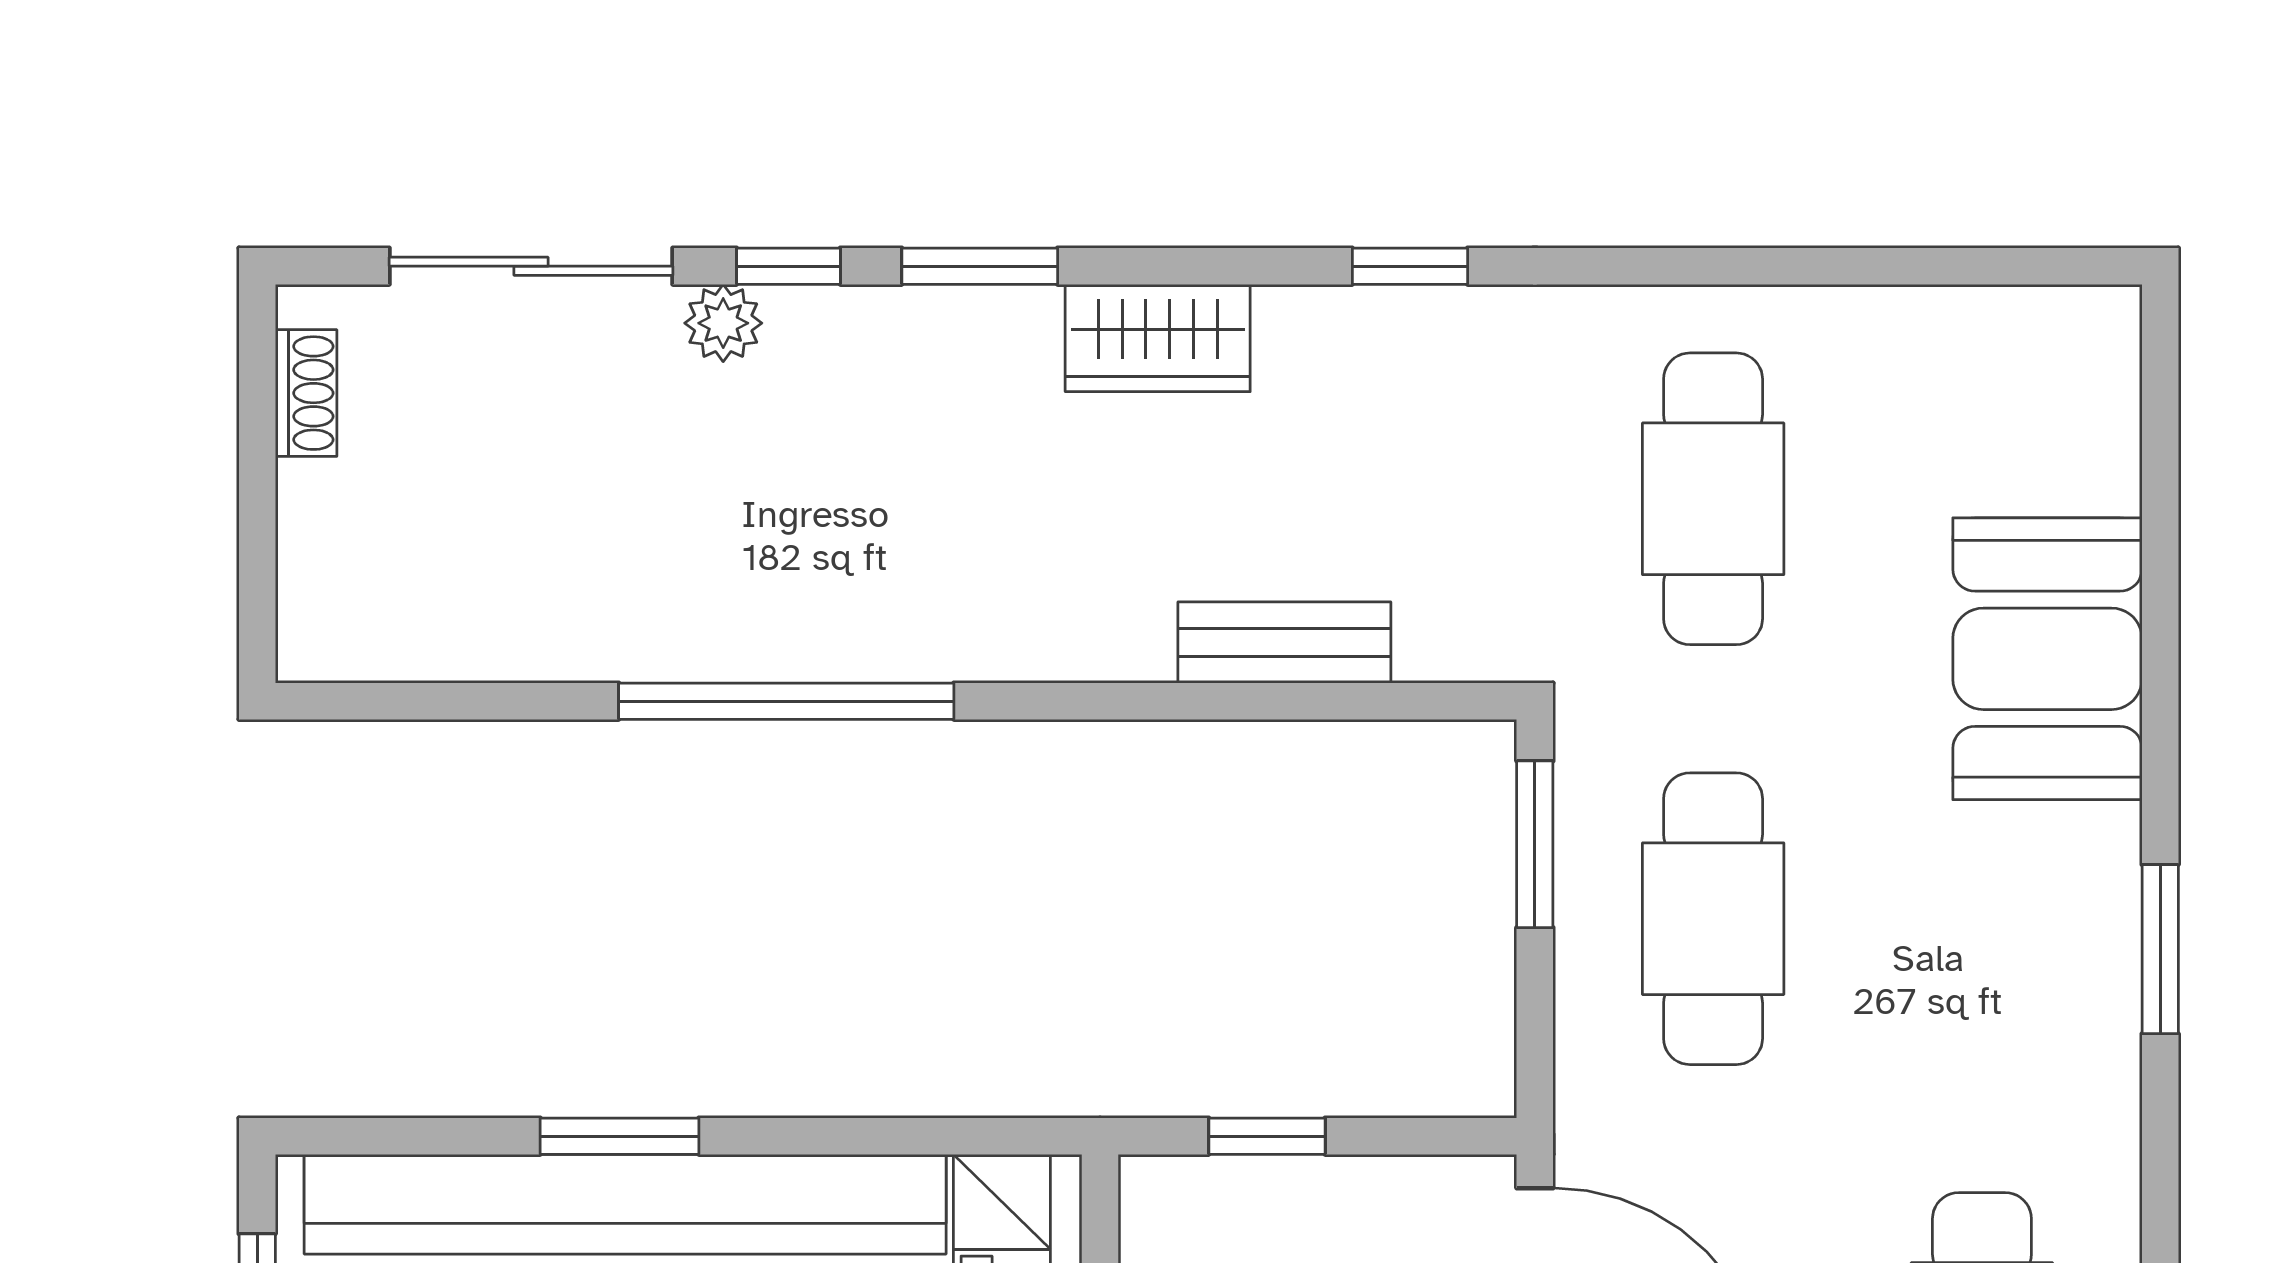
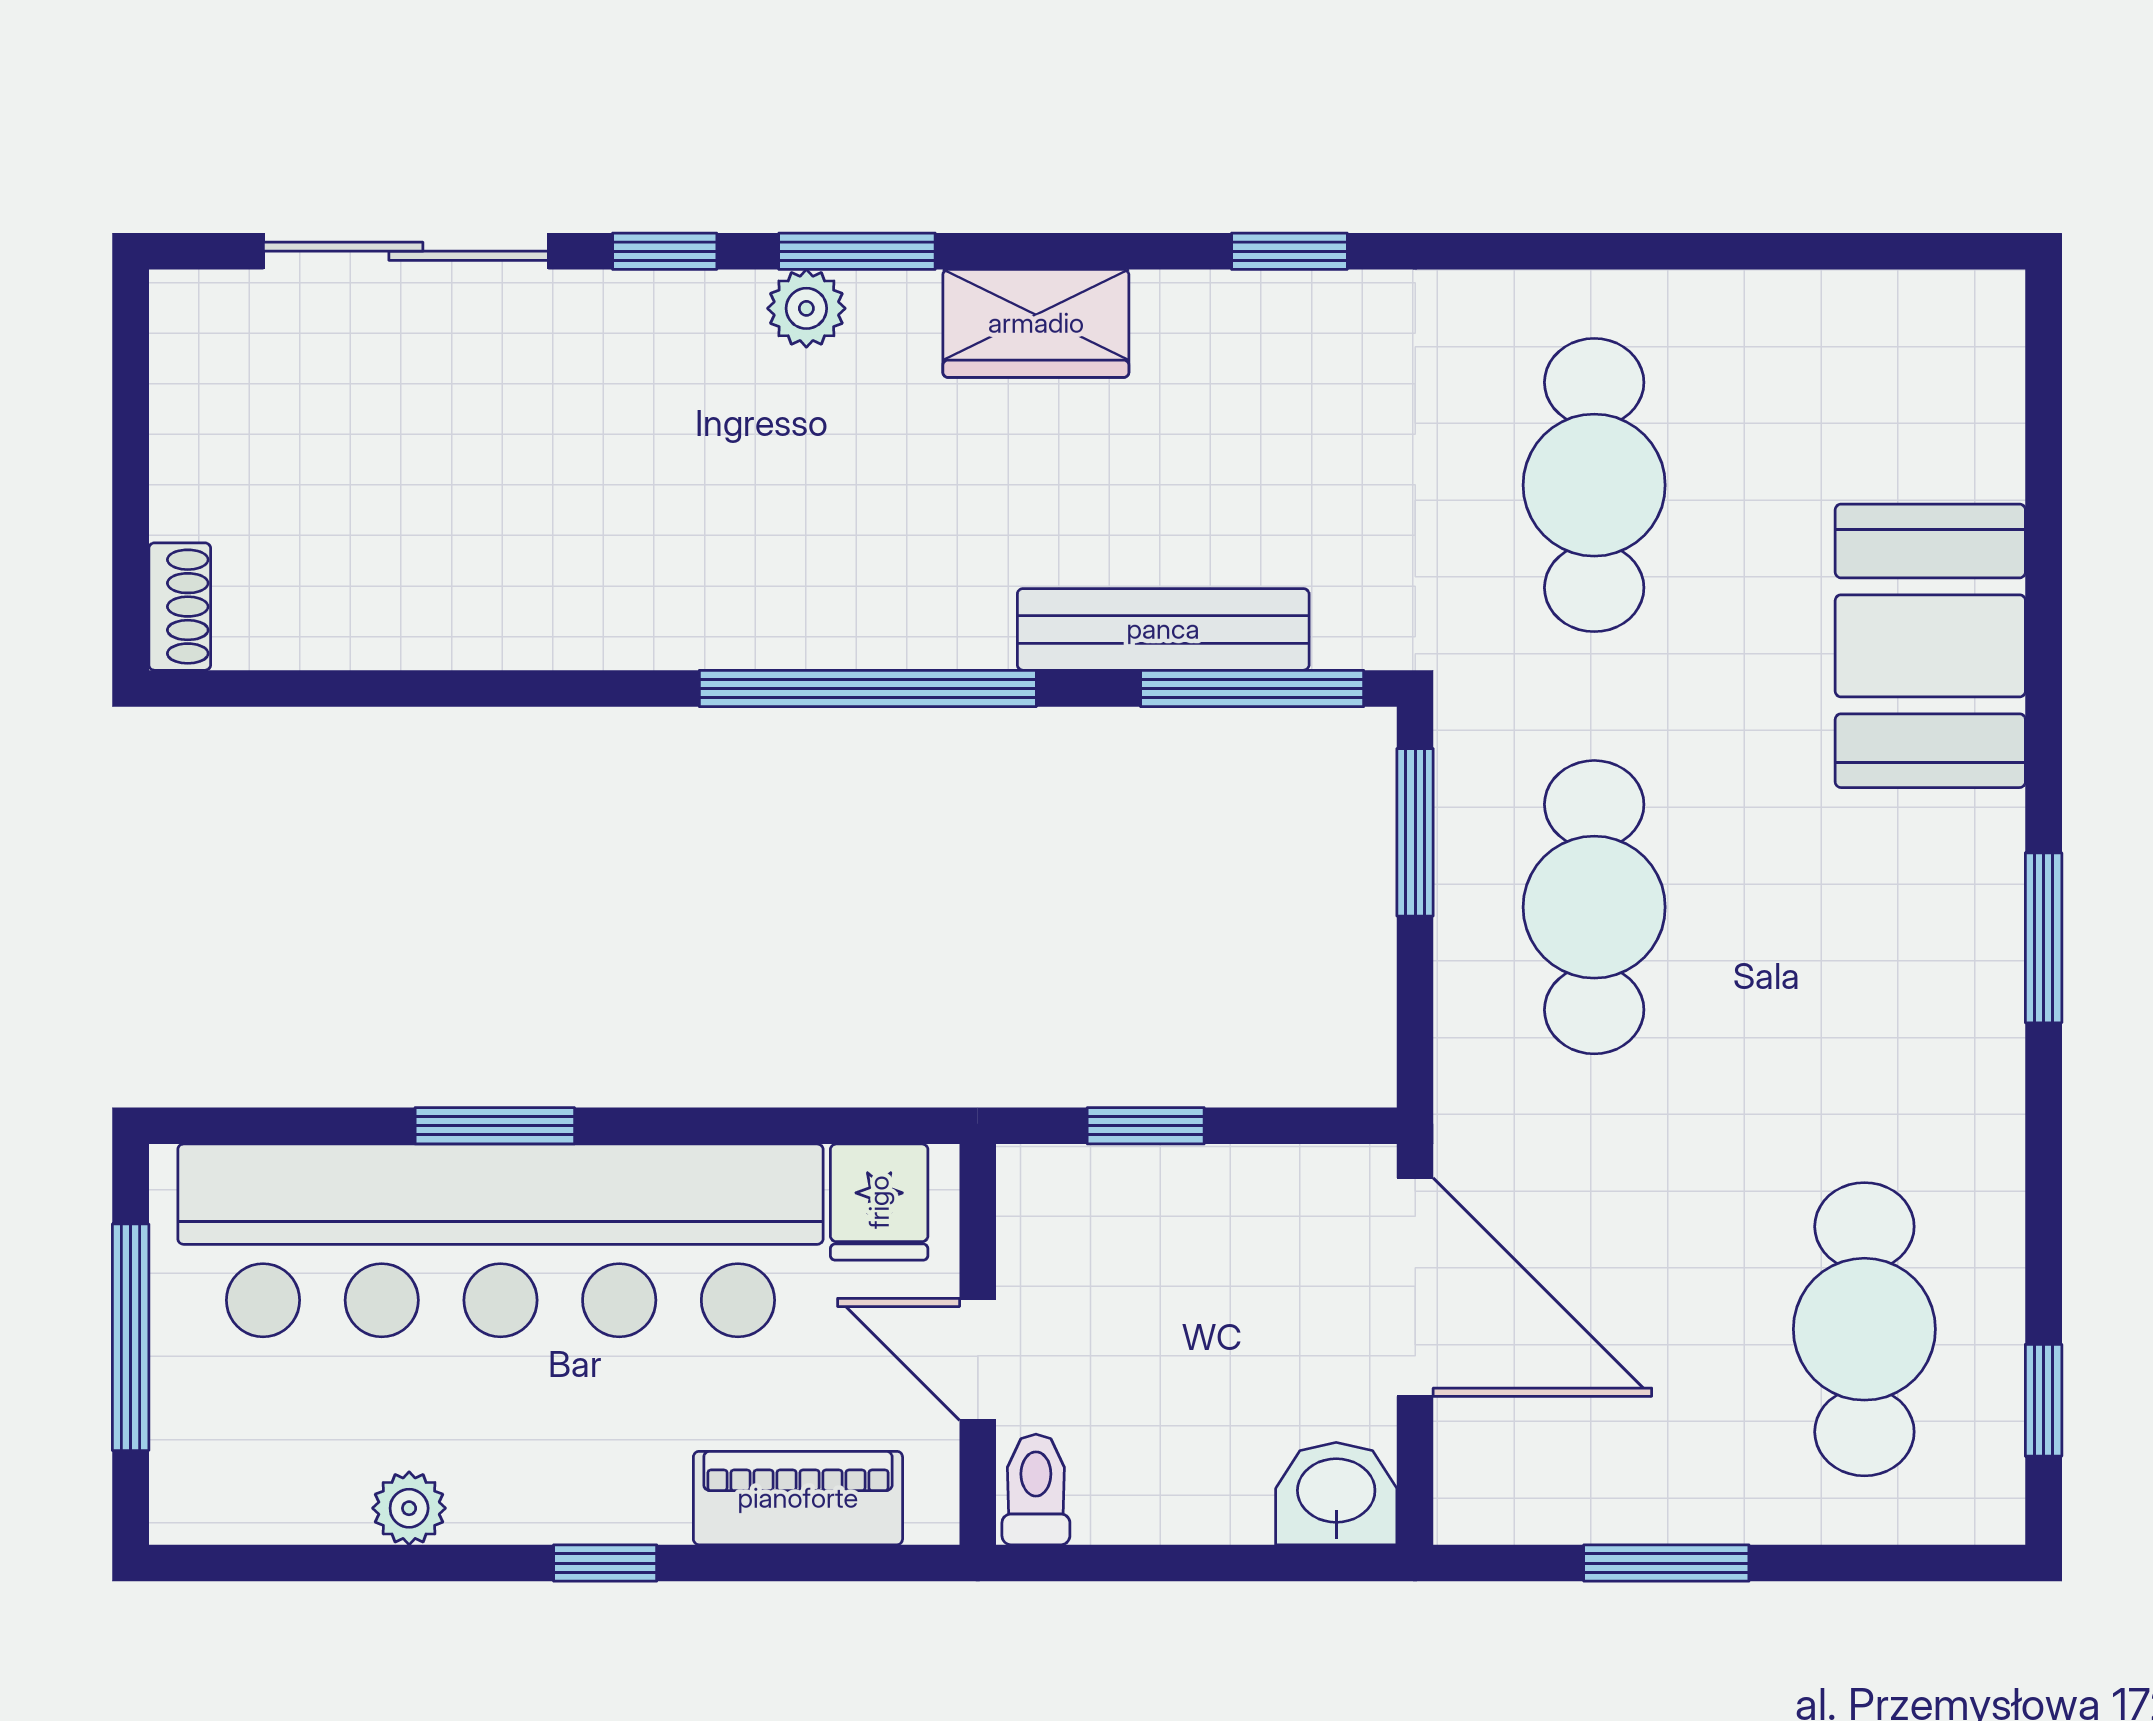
plant: (723, 323) -> (806, 308), moved
shoe rack: (306, 393) -> (180, 607), moved
bench: (1284, 642) -> (1163, 629), width x1.36
window: (786, 701) -> (868, 689), moved
window: (1373, 701) -> (1252, 689), added

